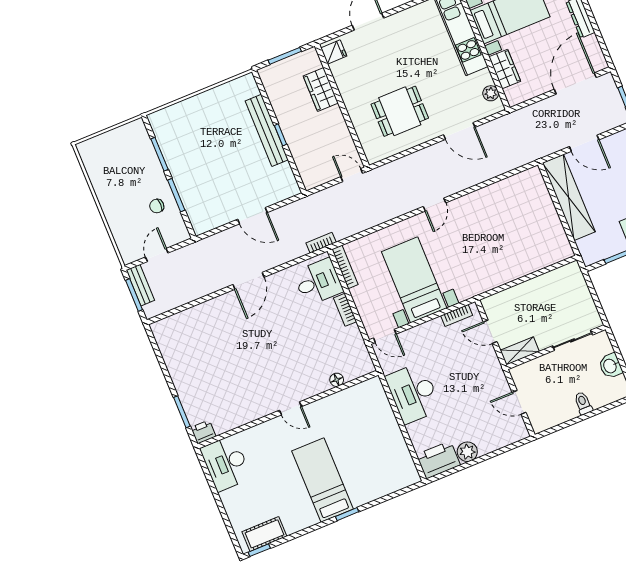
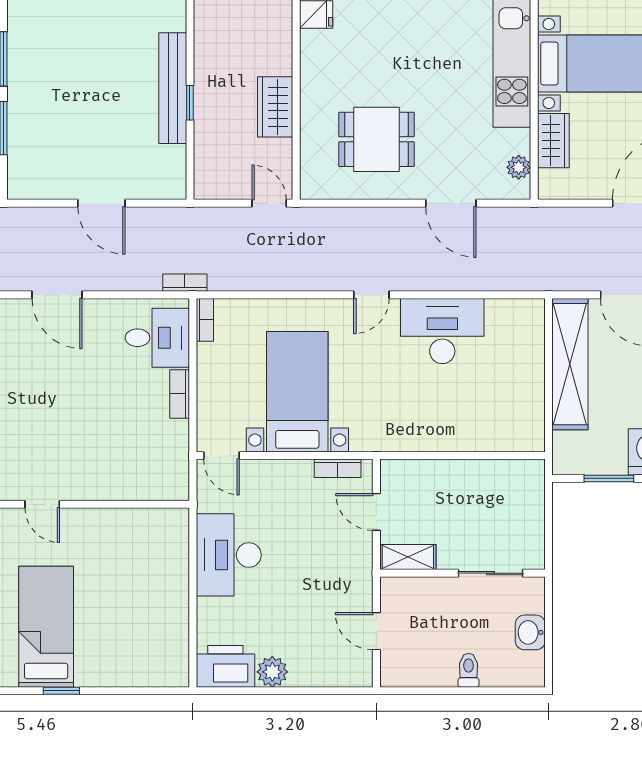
wardrobe: (321, 90) -> (275, 107), moved
desk: (485, 209) -> (442, 331), added
bookcase: (345, 267) -> (205, 320), width x0.64
door: (248, 281) -> (57, 295), hinge flipped
floor lamp: (337, 380) -> (126, 490), removed

